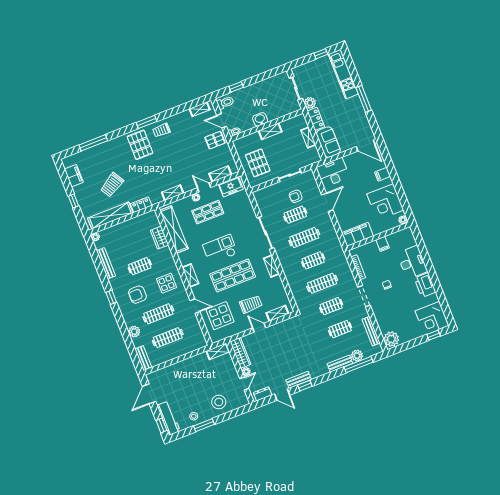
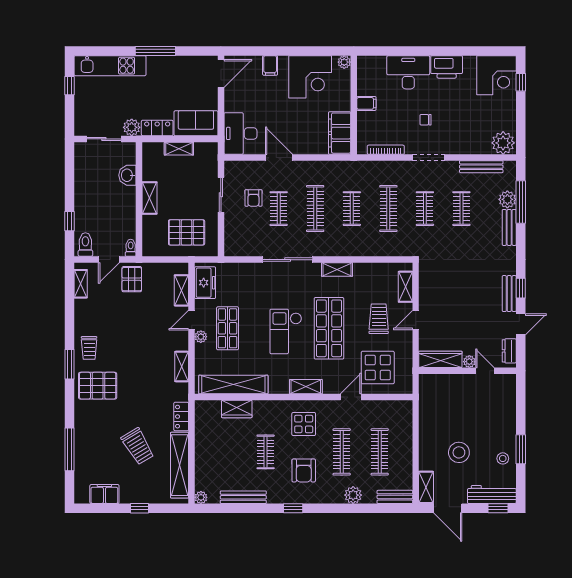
washbasin: (260, 119) -> (127, 175), moved
shelving: (218, 351) -> (426, 487), moved
stool: (219, 402) -> (459, 452), moved

